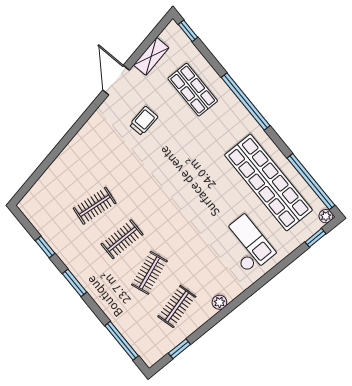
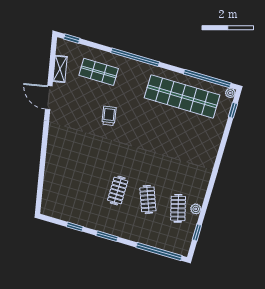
trolley: (144, 121) -> (109, 116), moved
clothes rail: (95, 206) -> (87, 182), removed
checkout: (247, 244) -> (194, 142), removed
plant: (219, 302) -> (196, 209), moved
window: (122, 341) -> (159, 251), width x1.46

